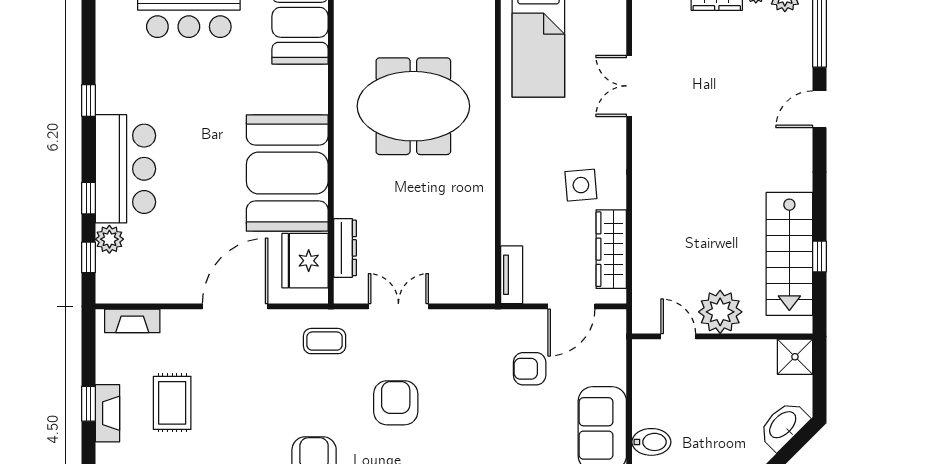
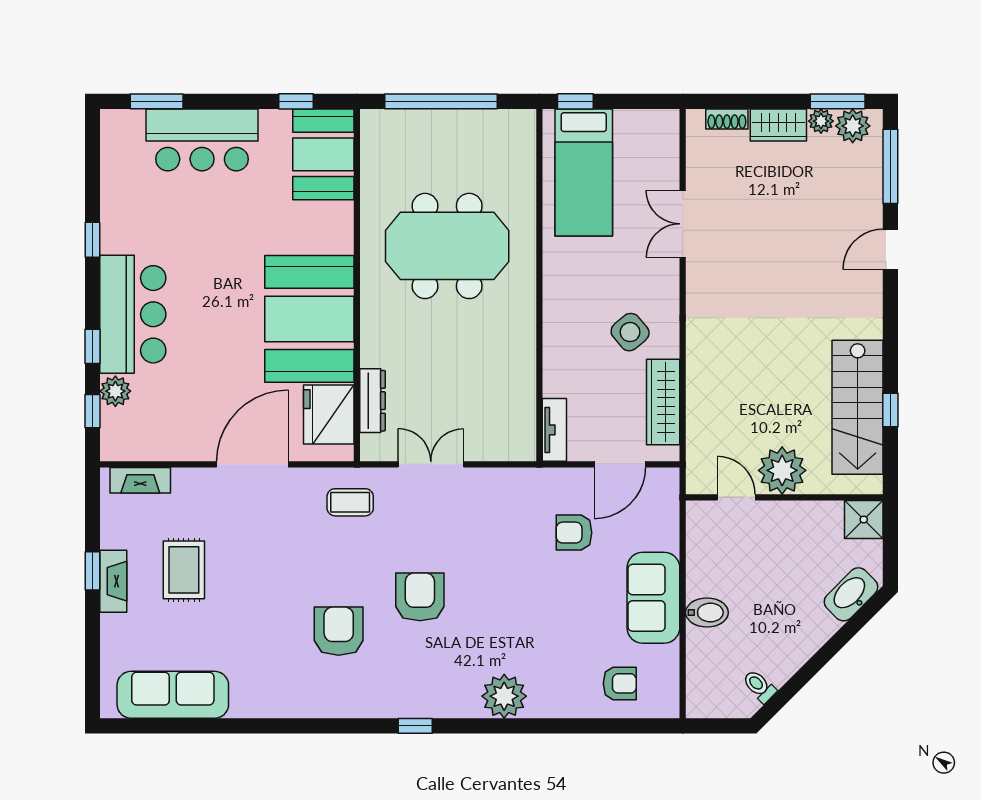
side table: (581, 185) -> (630, 332), turned -35
armchair: (396, 403) -> (420, 597), moved

